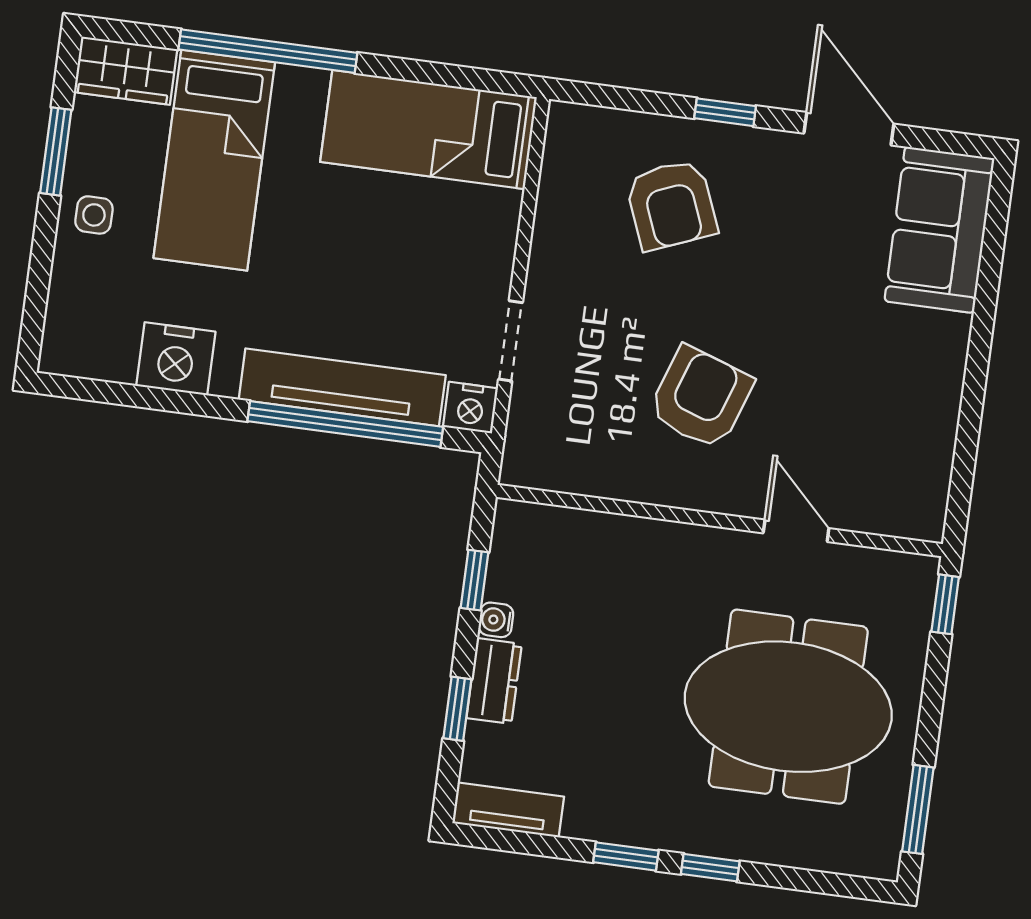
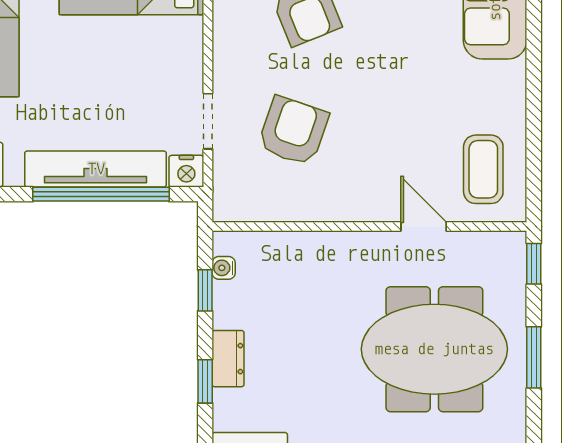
armchair: (701, 398) -> (293, 131), moved
coffee table: (892, 461) -> (483, 169), added
water cooler: (496, 620) -> (224, 268), moved
window: (918, 809) -> (534, 357), moved

